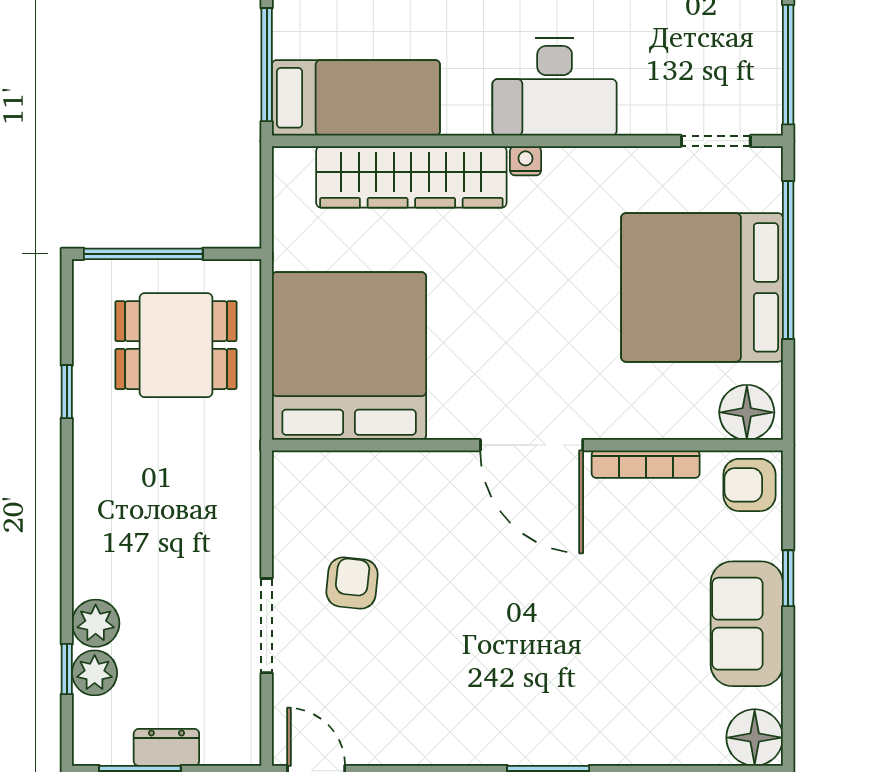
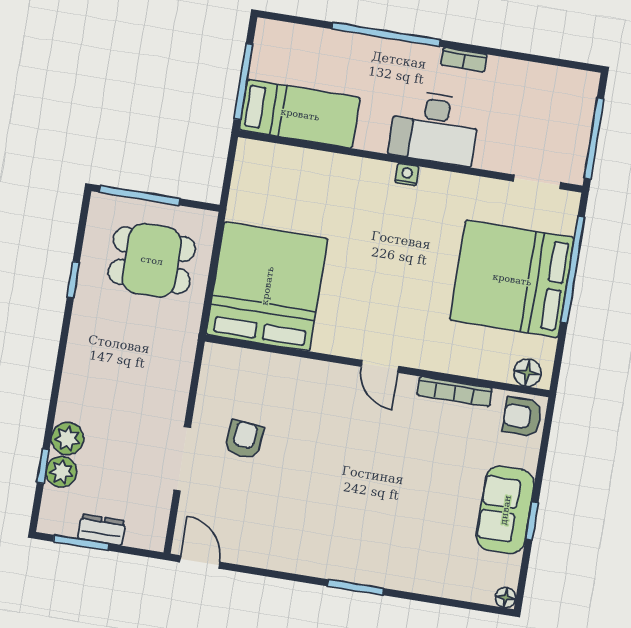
wardrobe: (411, 177) -> (328, 173), removed
floor lamp: (747, 412) -> (527, 373), width x0.73, depth x0.73
door: (532, 445) -> (380, 366), width x0.53
window: (788, 578) -> (532, 521), moved
floor lamp: (755, 738) -> (506, 598), width x0.53, depth x0.53

